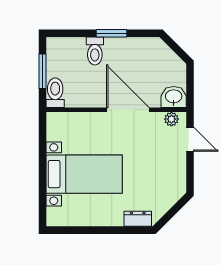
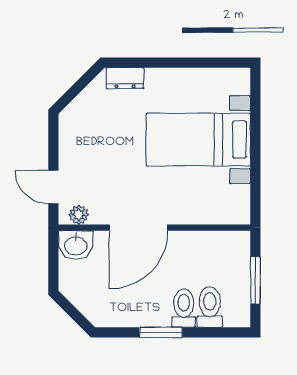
toilet: (55, 93) -> (210, 307), moved, turned 180
door: (128, 110) -> (139, 228), hinge flipped

